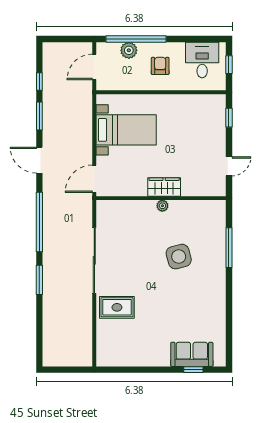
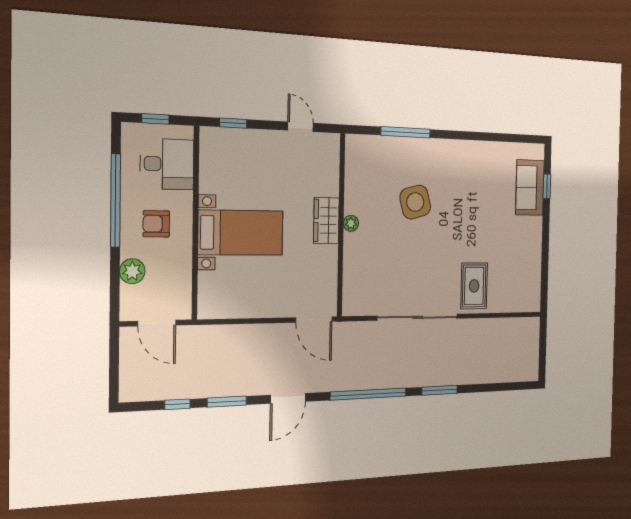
window: (136, 39) -> (115, 201), moved
desk: (202, 60) -> (167, 164), moved, turned 180
bed with nightstands: (126, 130) -> (241, 233), moved, turned 90

